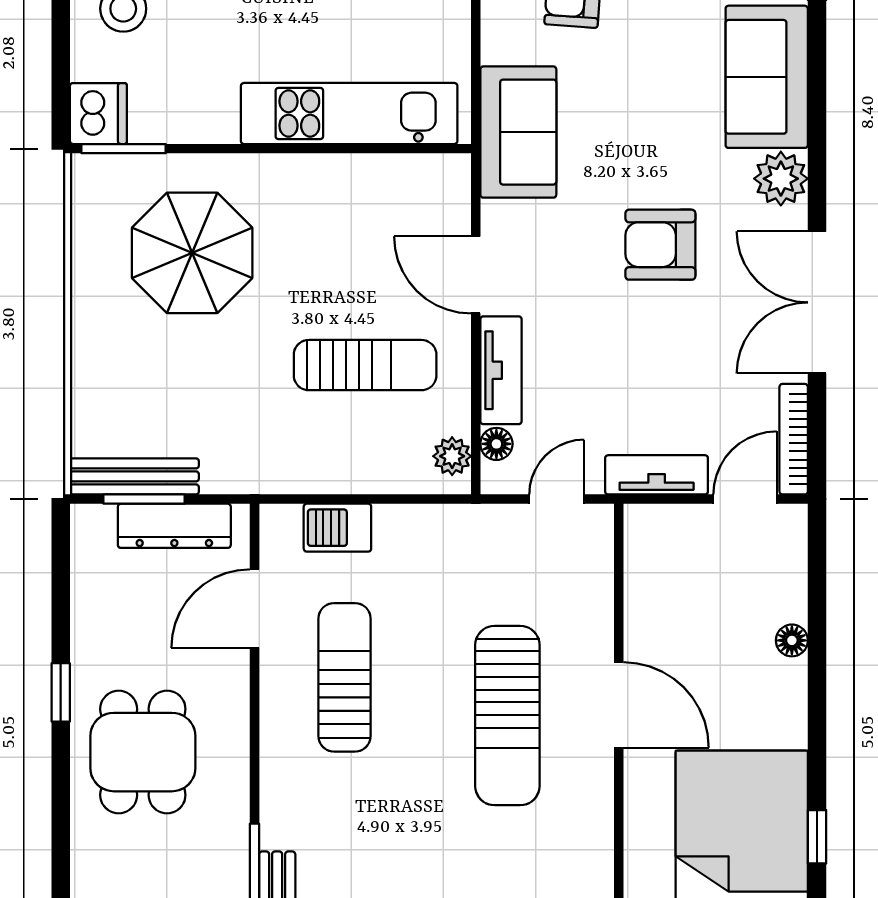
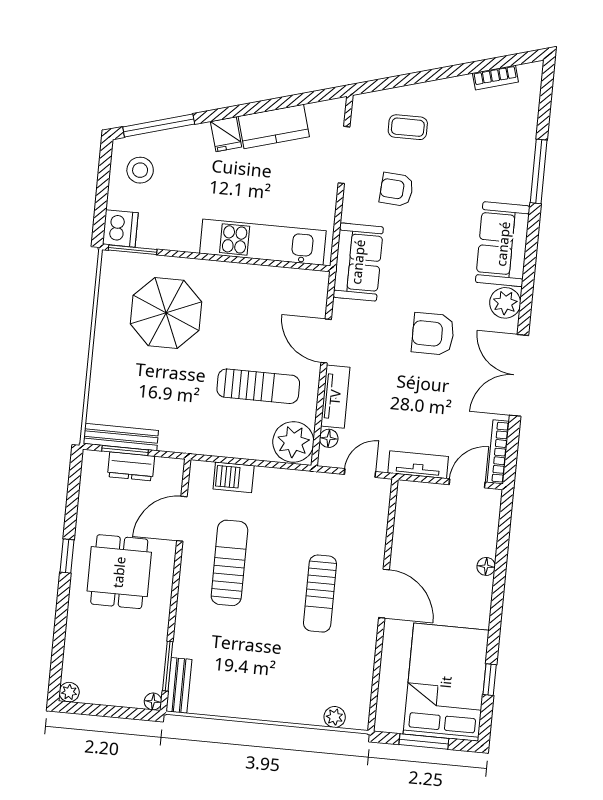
plant: (452, 456) -> (293, 442), width x1.88, depth x1.88
dresser: (174, 526) -> (131, 466), width x0.70
sun lounger: (507, 716) -> (320, 594), width x0.73, depth x0.75
dining table: (143, 752) -> (119, 572), moved

